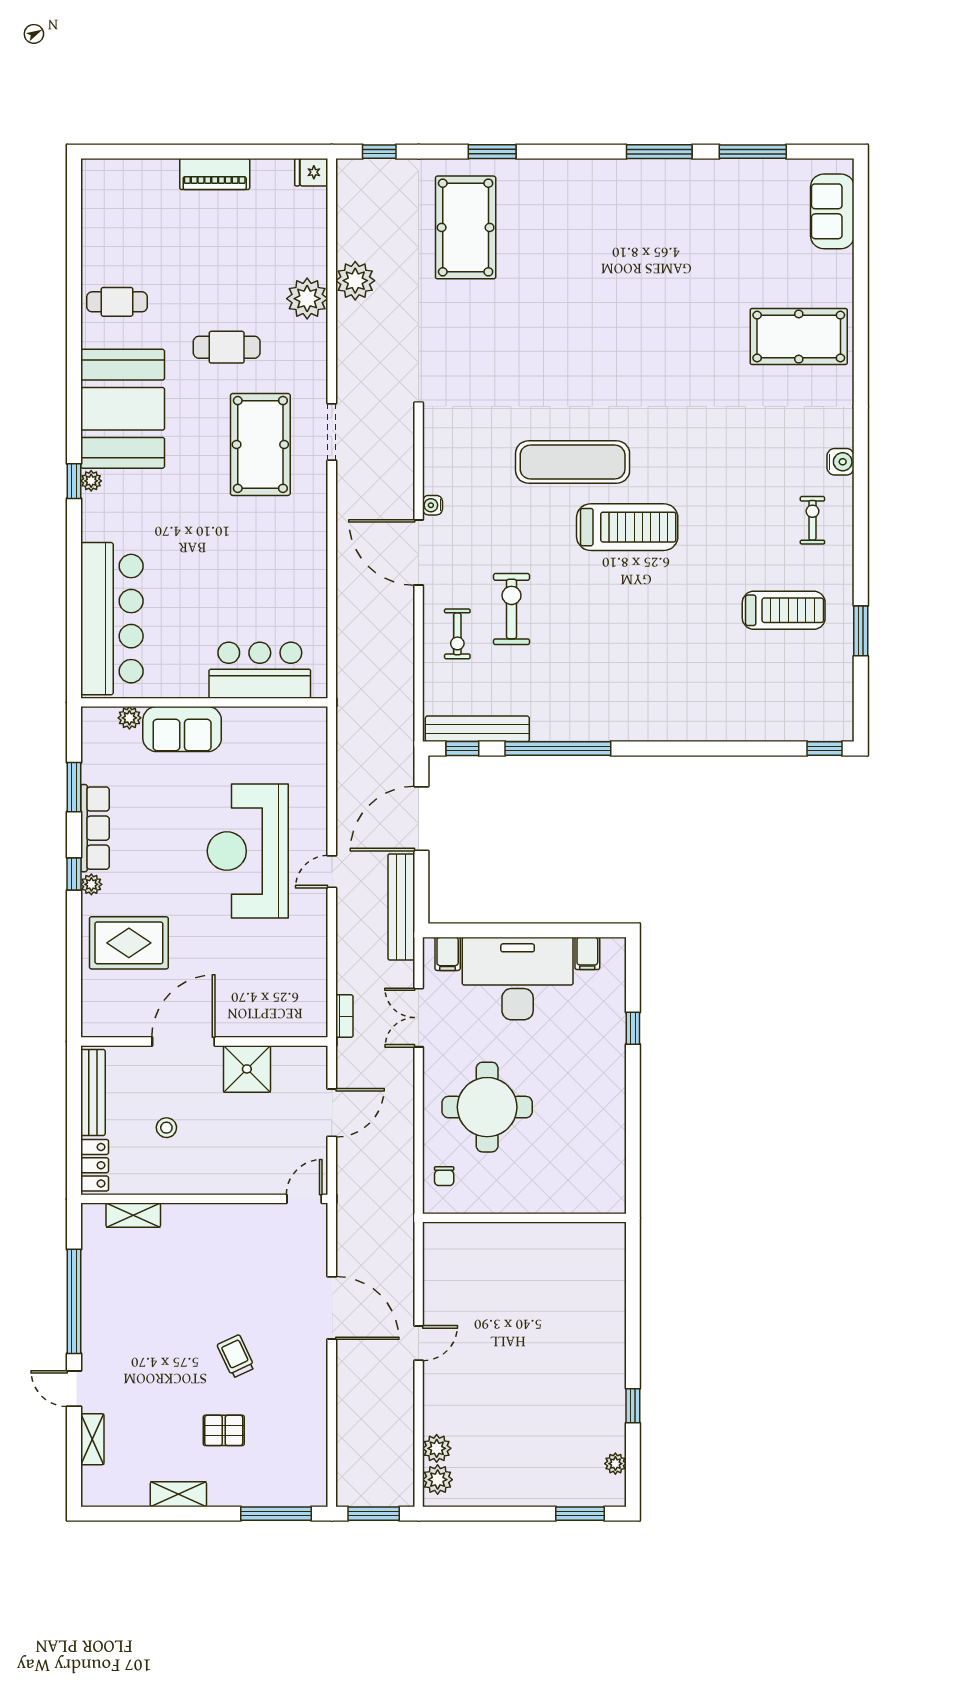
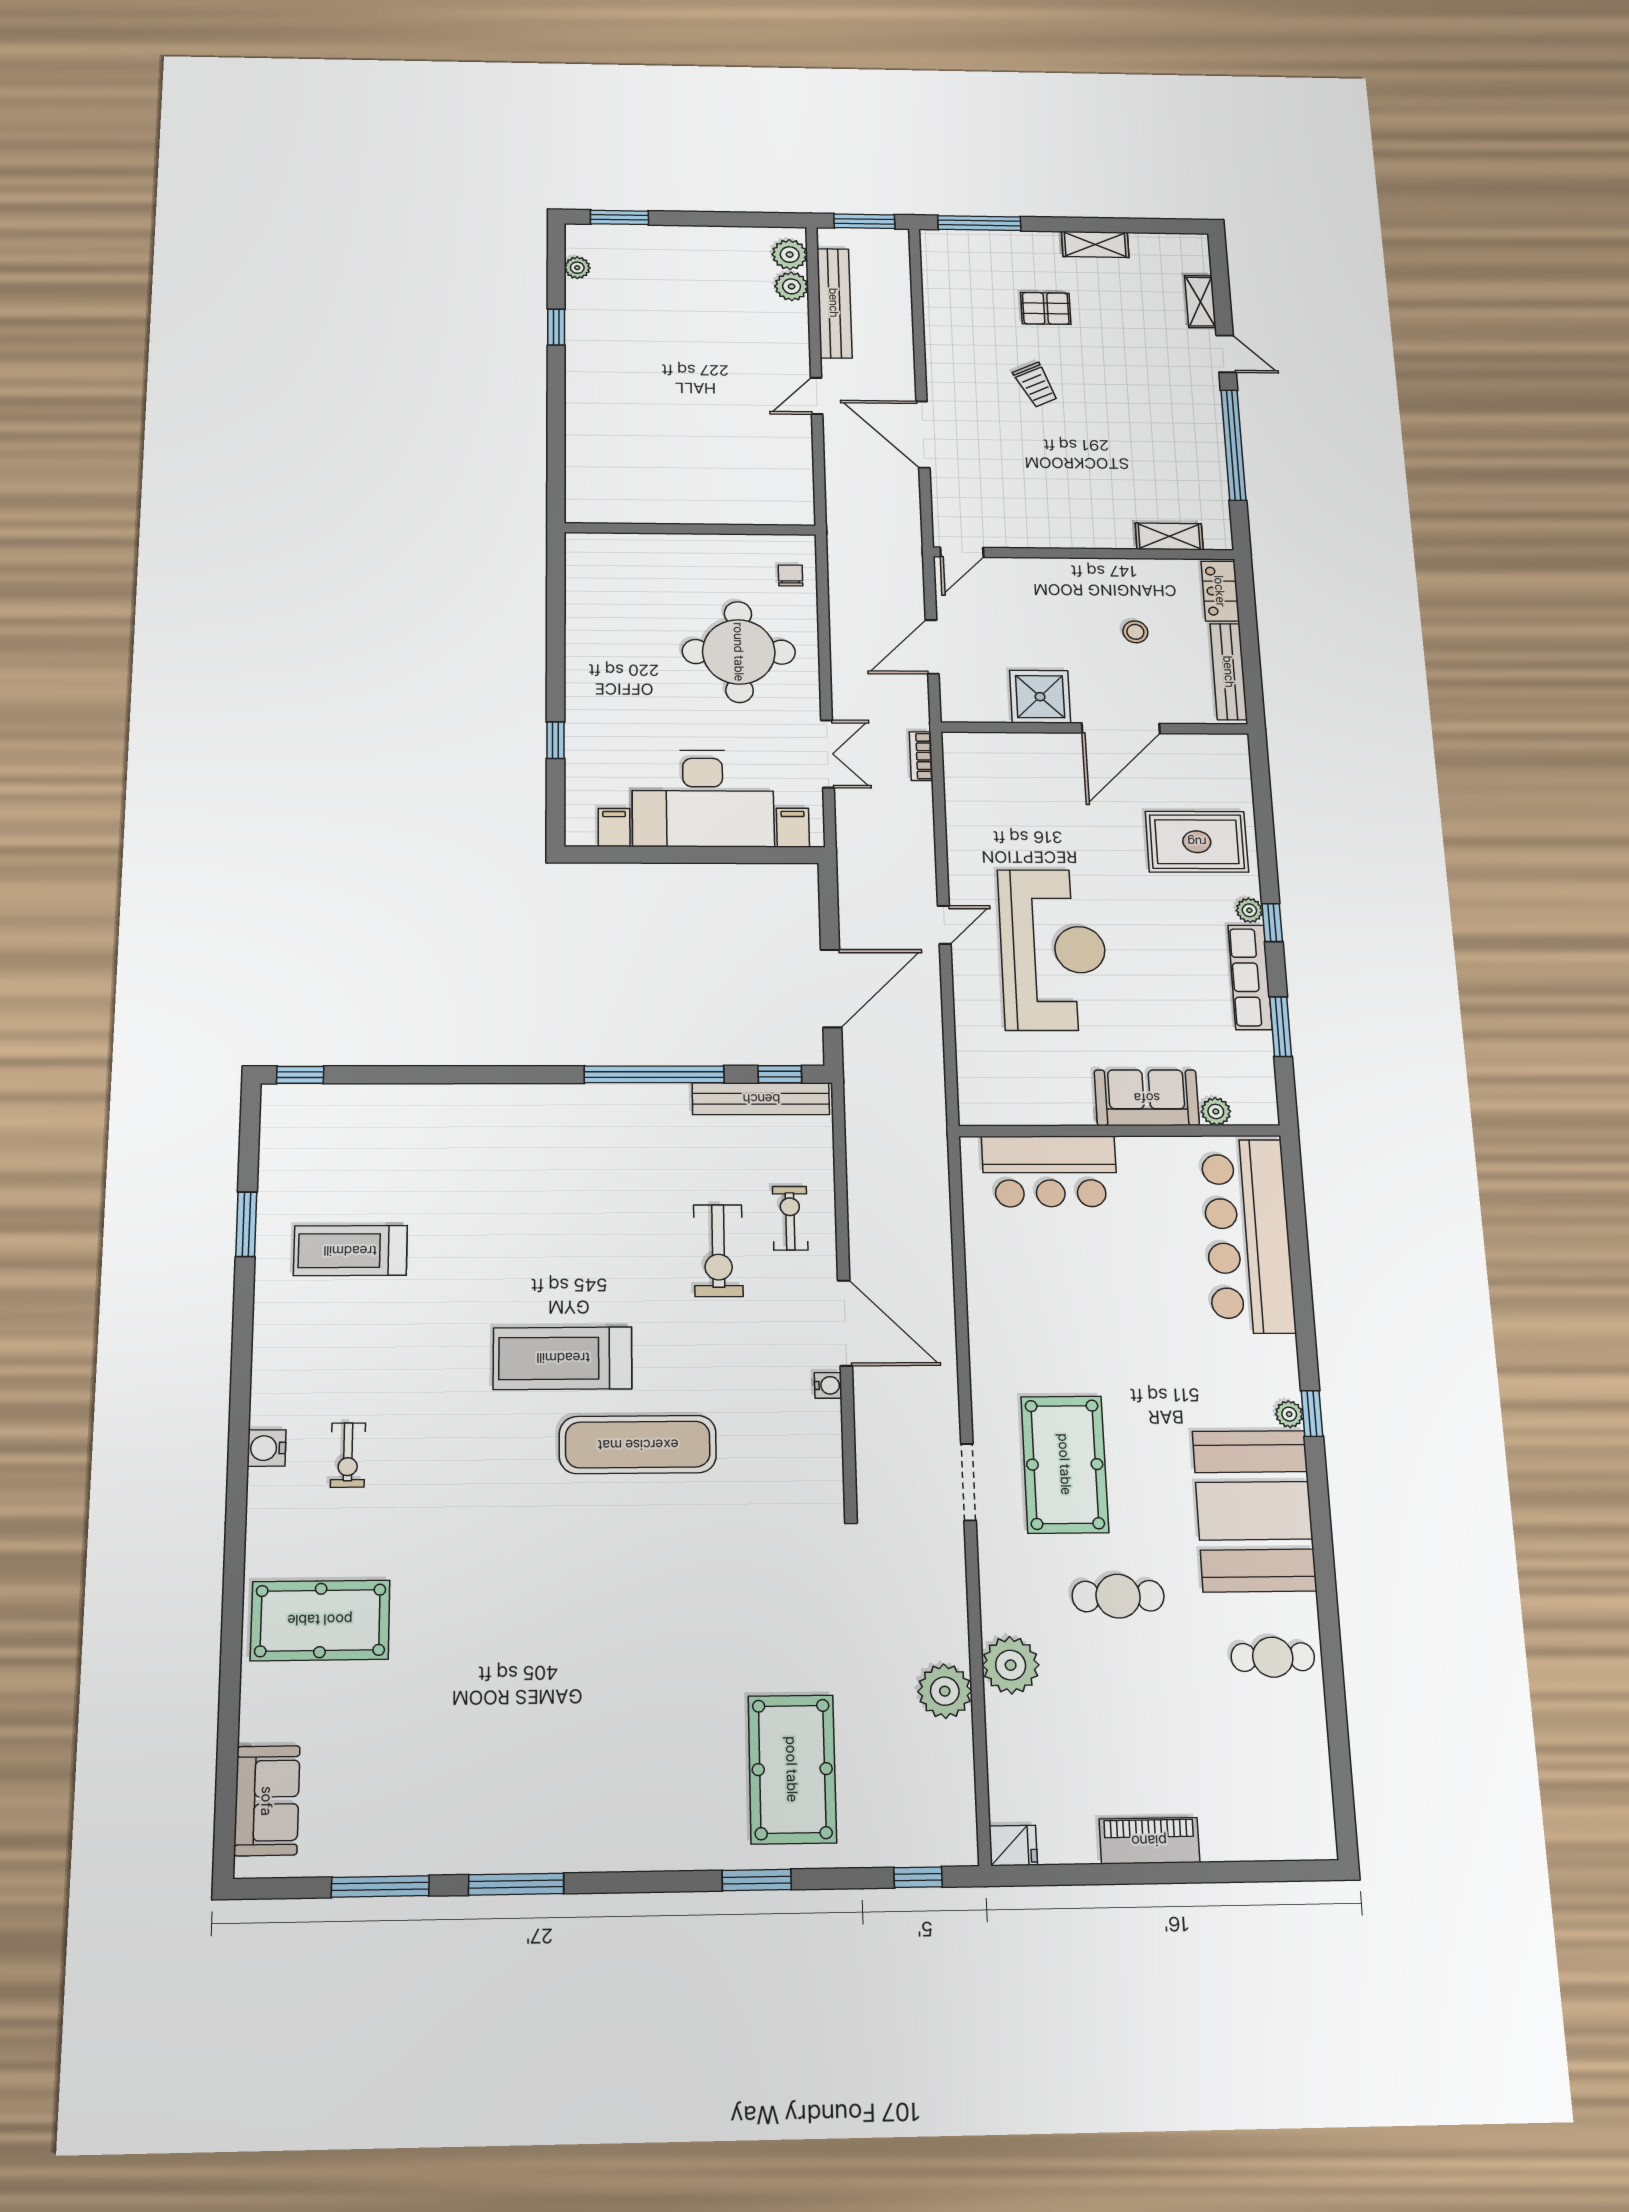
exercise bike: (812, 520) -> (348, 1455), moved
bench: (401, 907) -> (834, 303), moved

